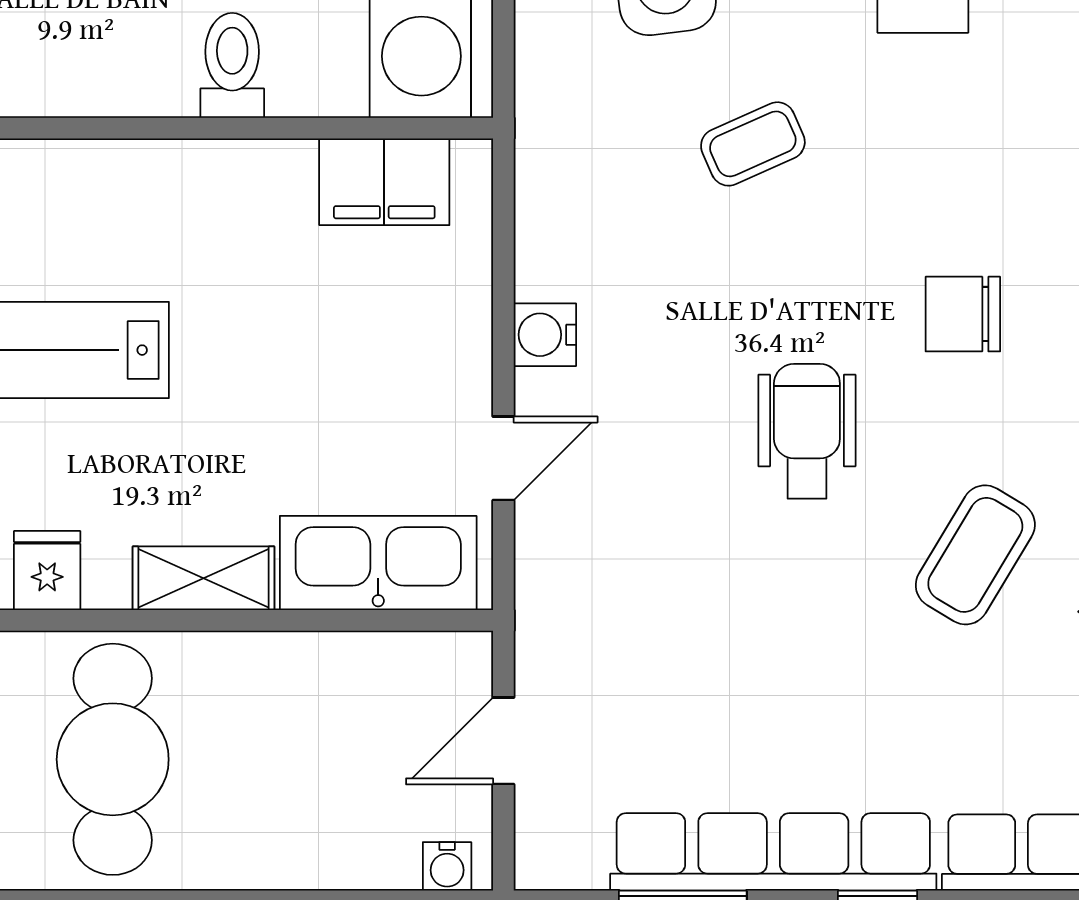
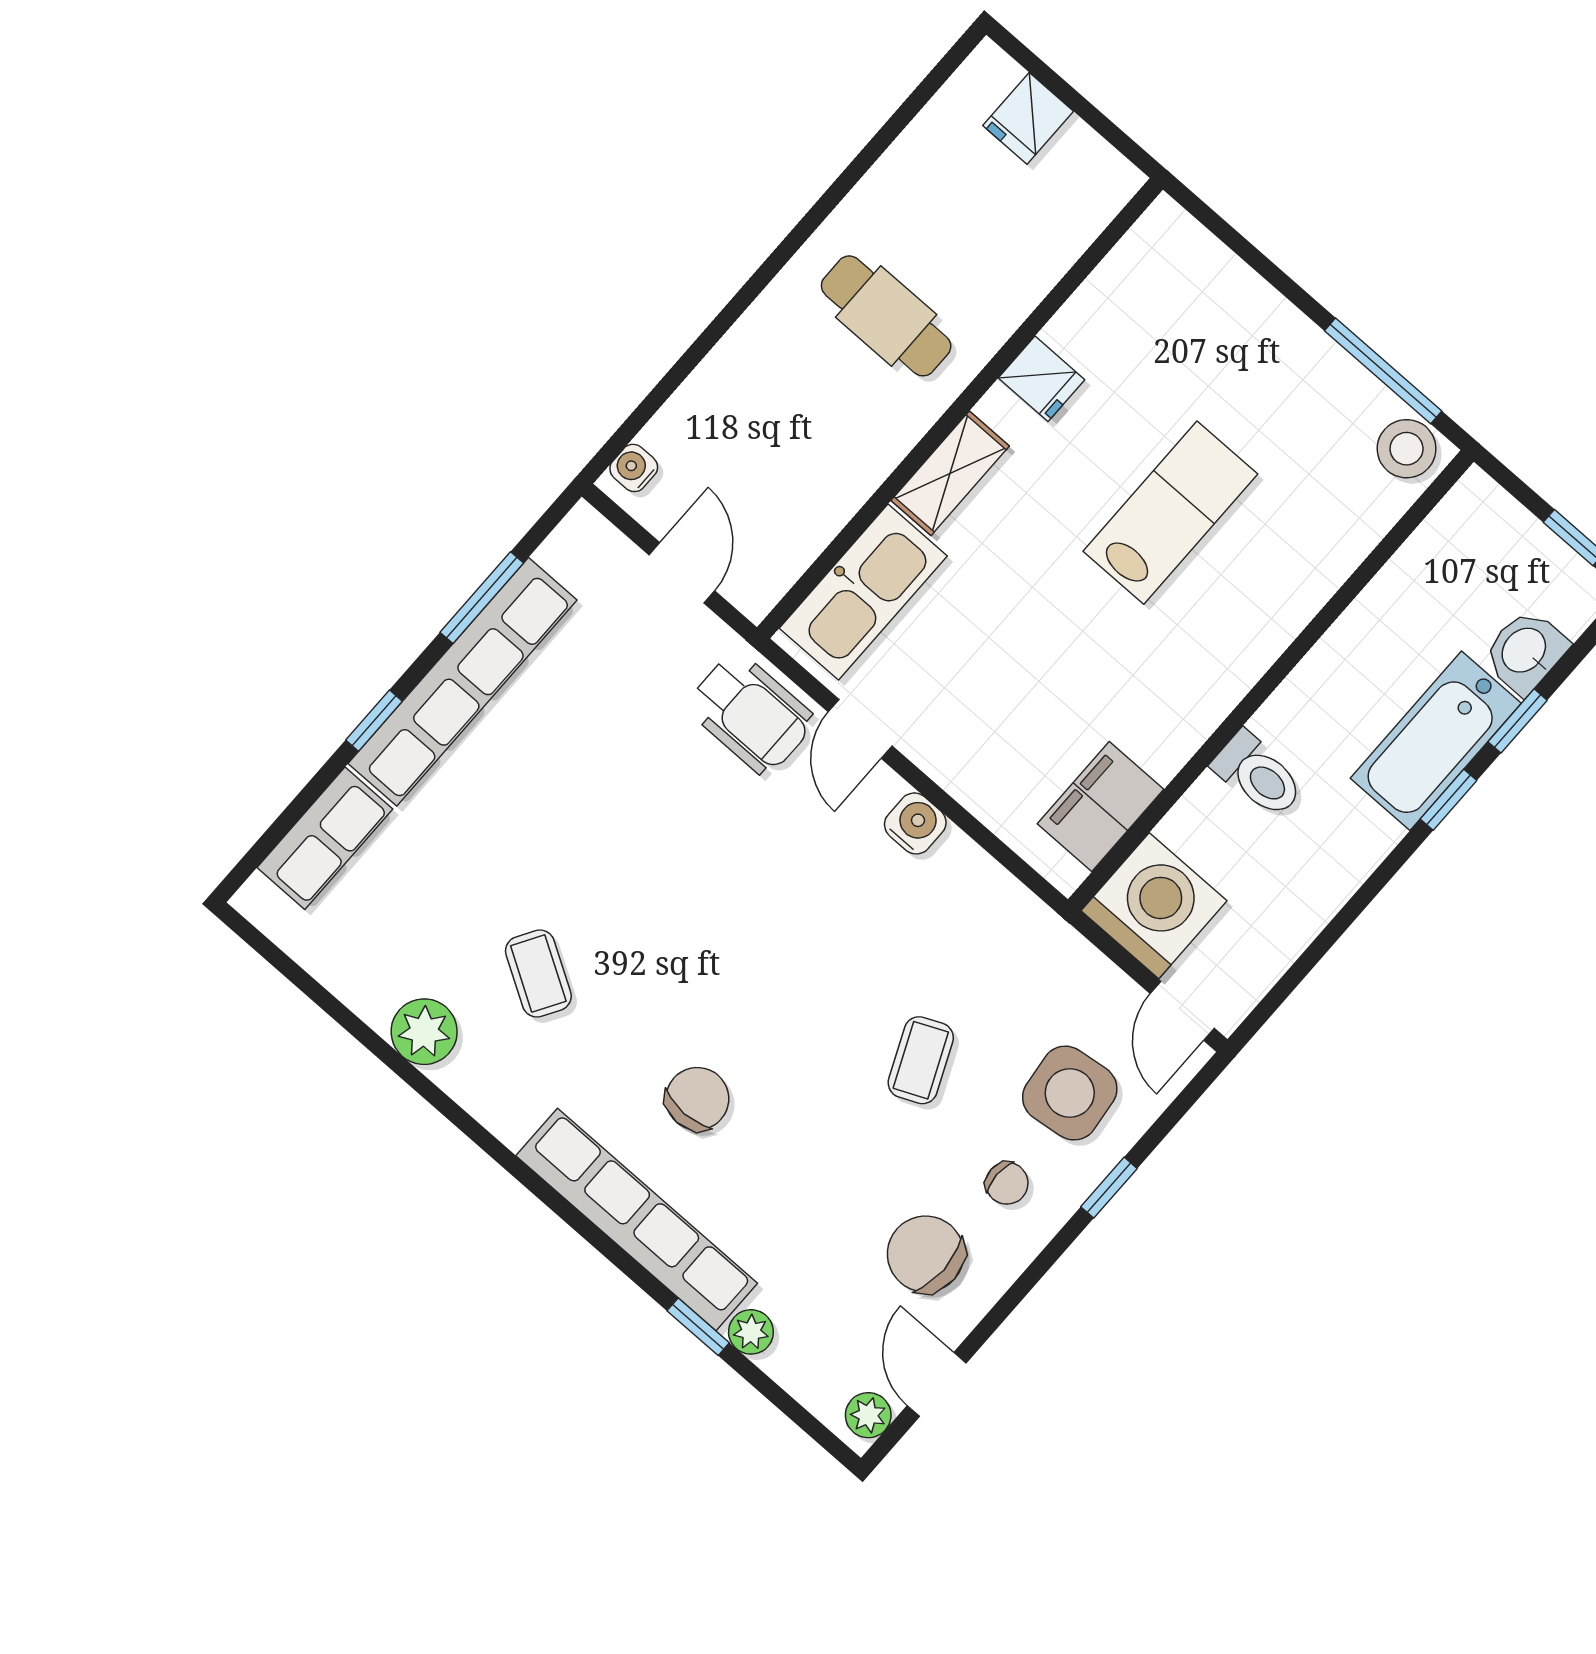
wheelchair: (807, 431) -> (751, 713), moved
coffee table: (975, 555) -> (538, 974), width x0.73, depth x0.77
cafe table: (113, 759) -> (886, 316), width x0.73, depth x0.74

